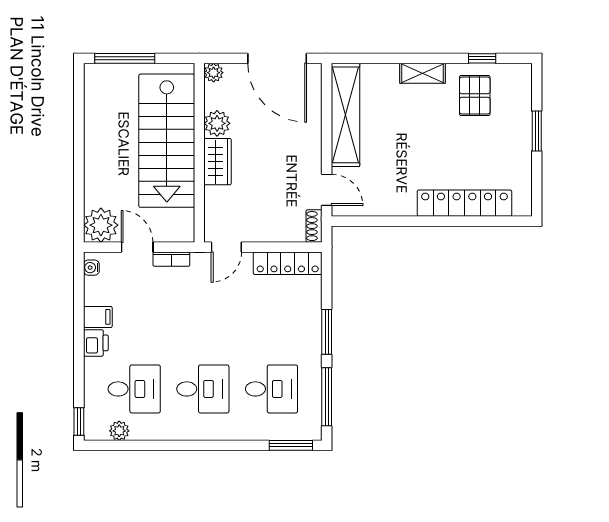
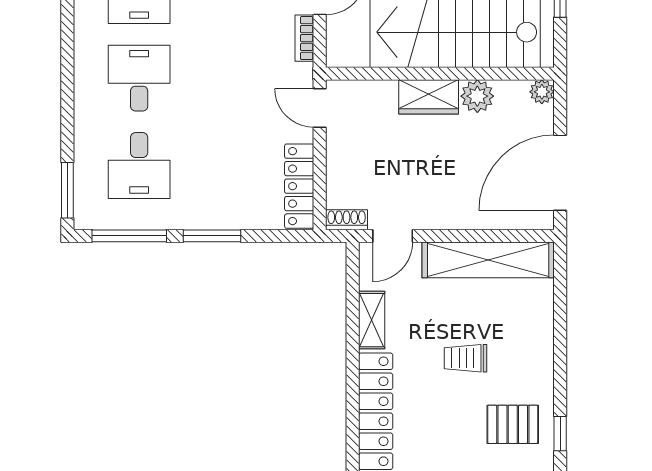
shelving: (423, 73) -> (372, 320), moved
trolley: (423, 133) -> (466, 358), added
desk: (203, 389) -> (139, 78), turned 180

